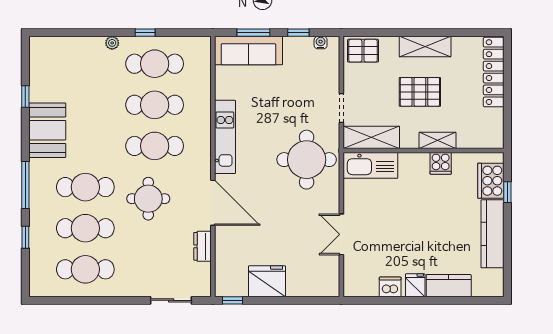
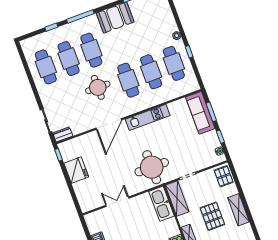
dresser: (202, 246) -> (63, 134), moved

